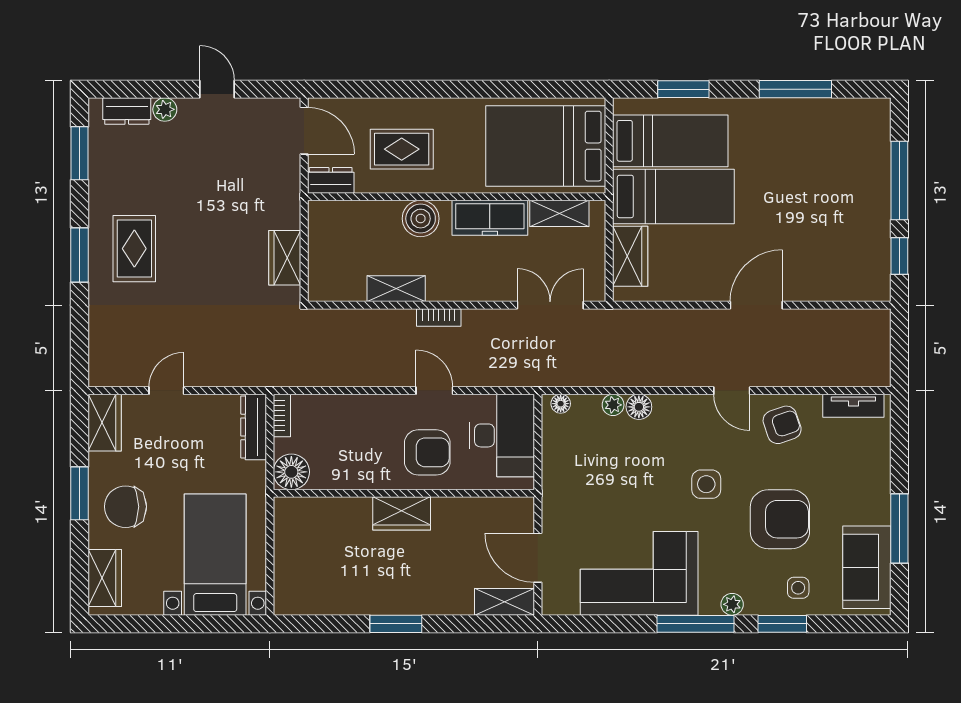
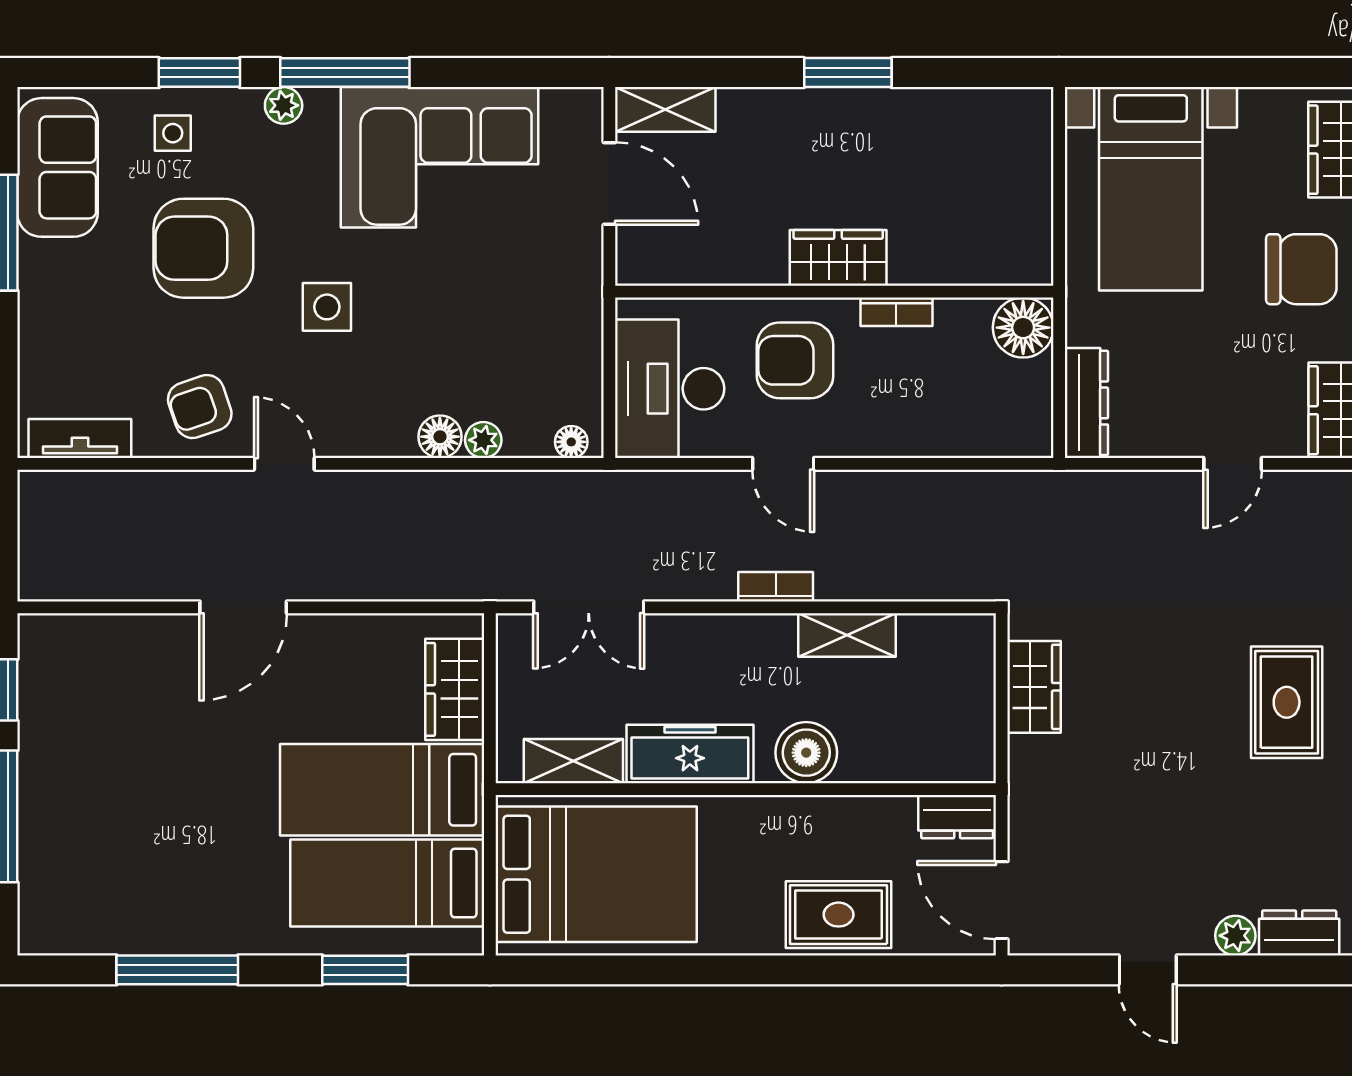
rug: (402, 149) -> (839, 915), moved
bookcase: (282, 415) -> (896, 312), moved, turned -90

